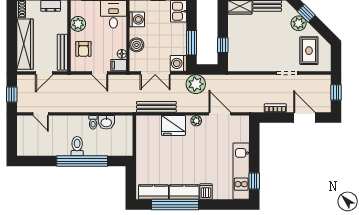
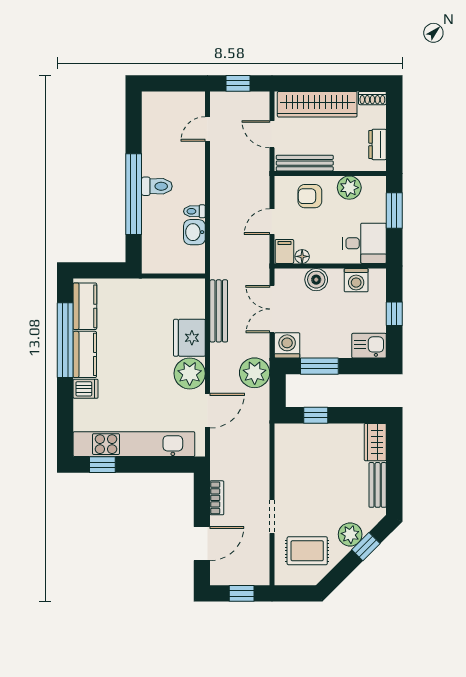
plant: (196, 121) -> (190, 373), width x1.87, depth x1.87
kitchen unit: (241, 171) -> (134, 444), width x1.36

